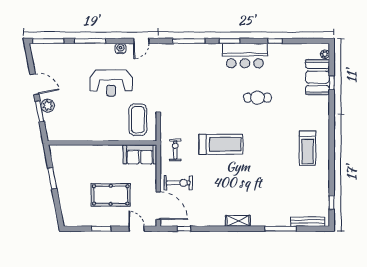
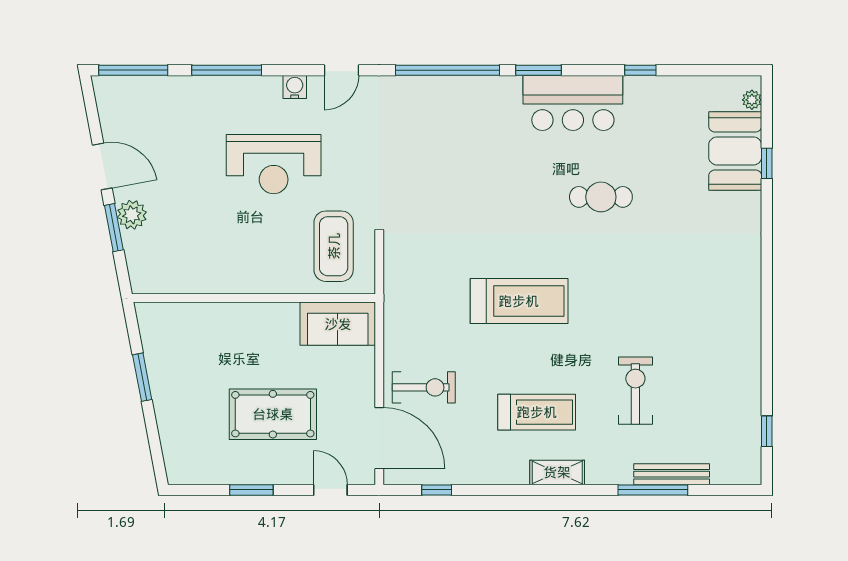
window: (189, 41) -> (447, 70), width x1.46
treadmill: (308, 148) -> (537, 412), moved, turned -90
exercise bike: (175, 150) -> (635, 391), moved, width x1.38, depth x1.39
bench: (308, 222) -> (672, 474), moved

